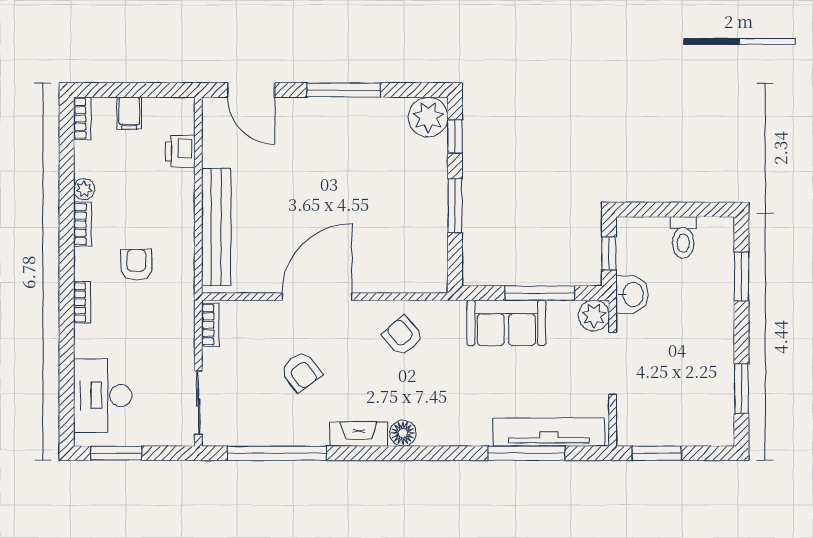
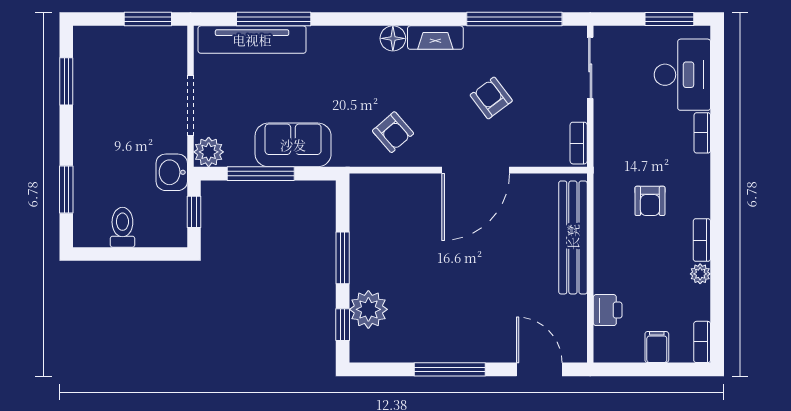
plant: (428, 117) -> (368, 309), moved
bookcase: (82, 302) -> (702, 133), moved

